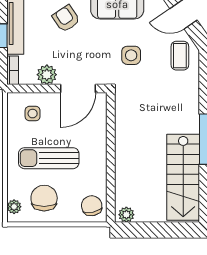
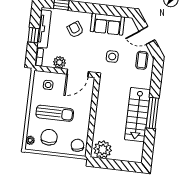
sun lounger: (49, 158) -> (55, 113), turned 180
stairs: (183, 177) -> (137, 115), moved
plant: (126, 215) -> (103, 149), width x1.88, depth x1.88

